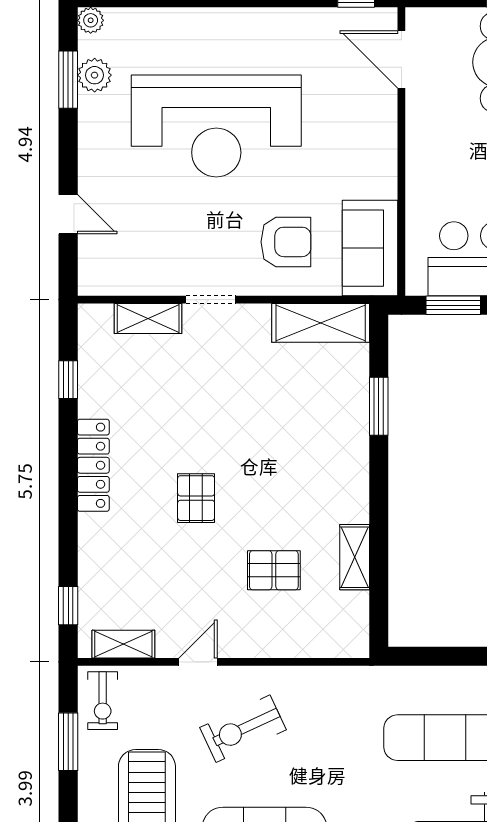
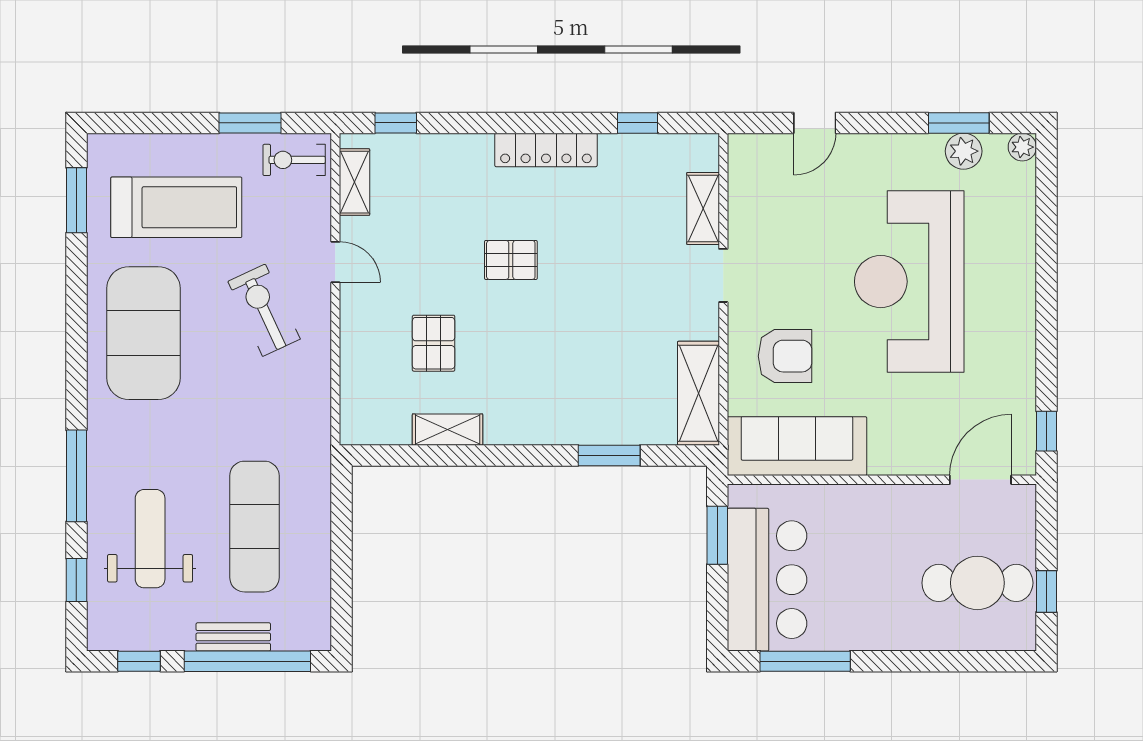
armchair: (286, 242) -> (785, 356), turned -90
sofa: (370, 248) -> (797, 446), width x1.36

